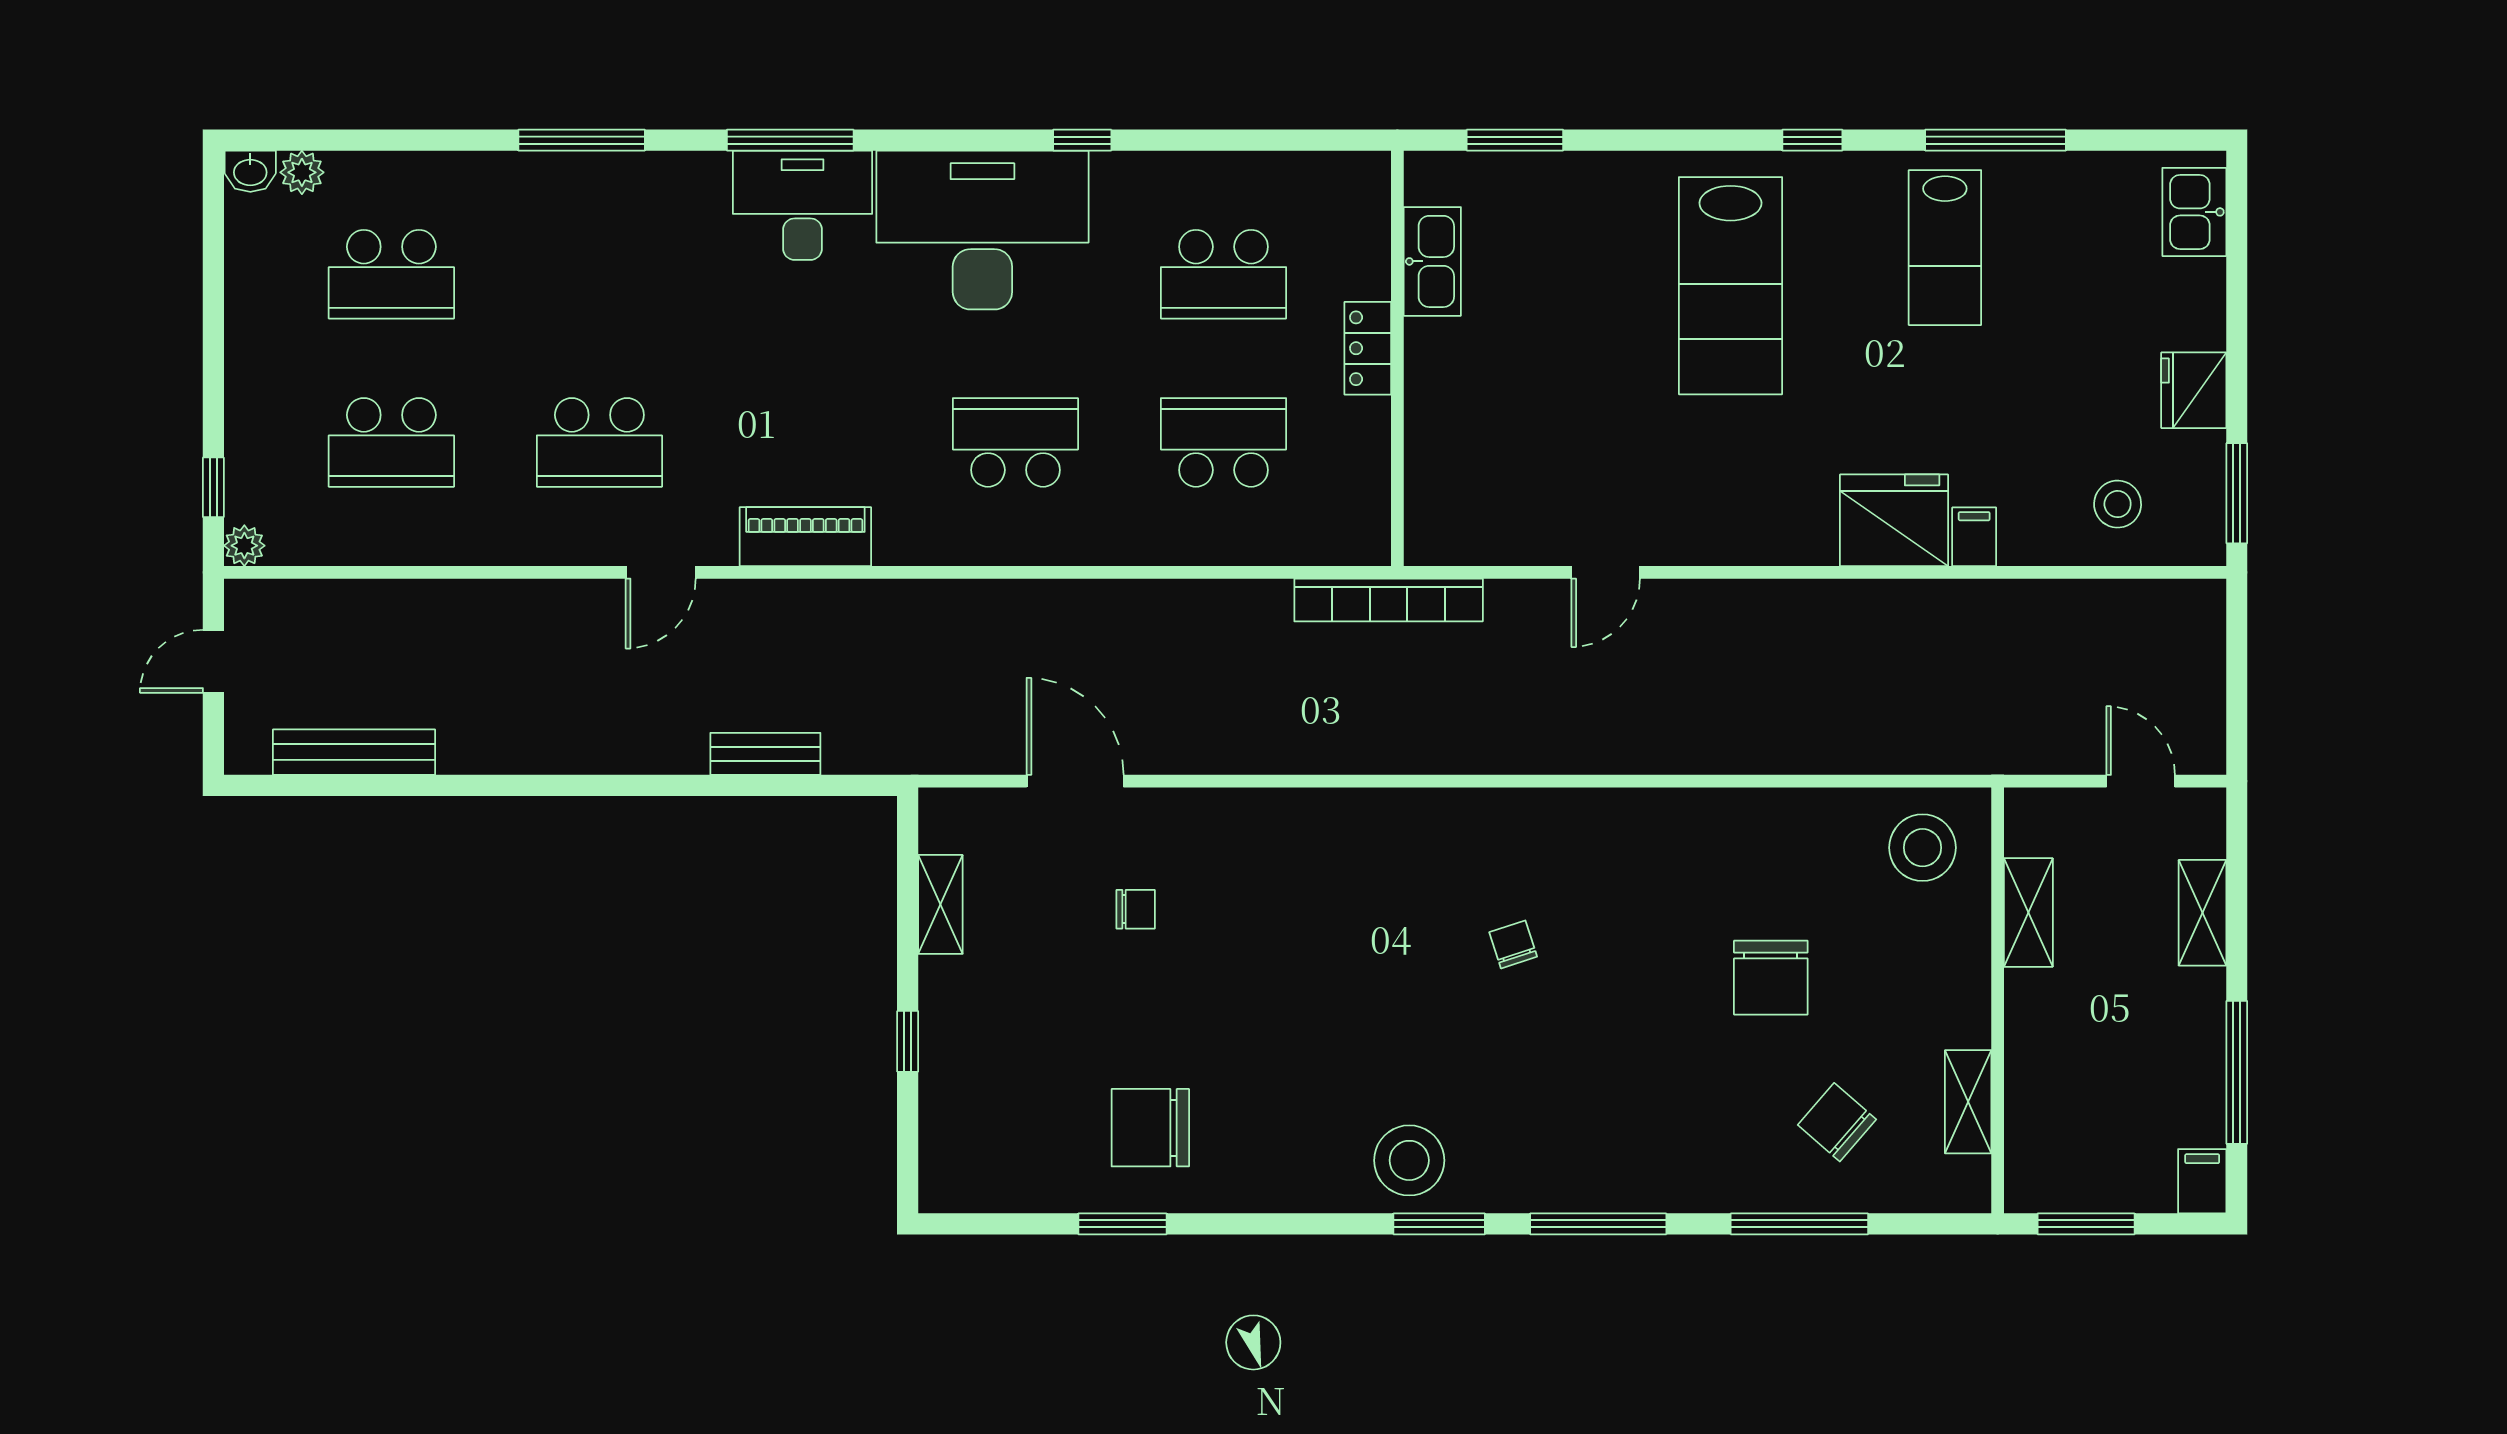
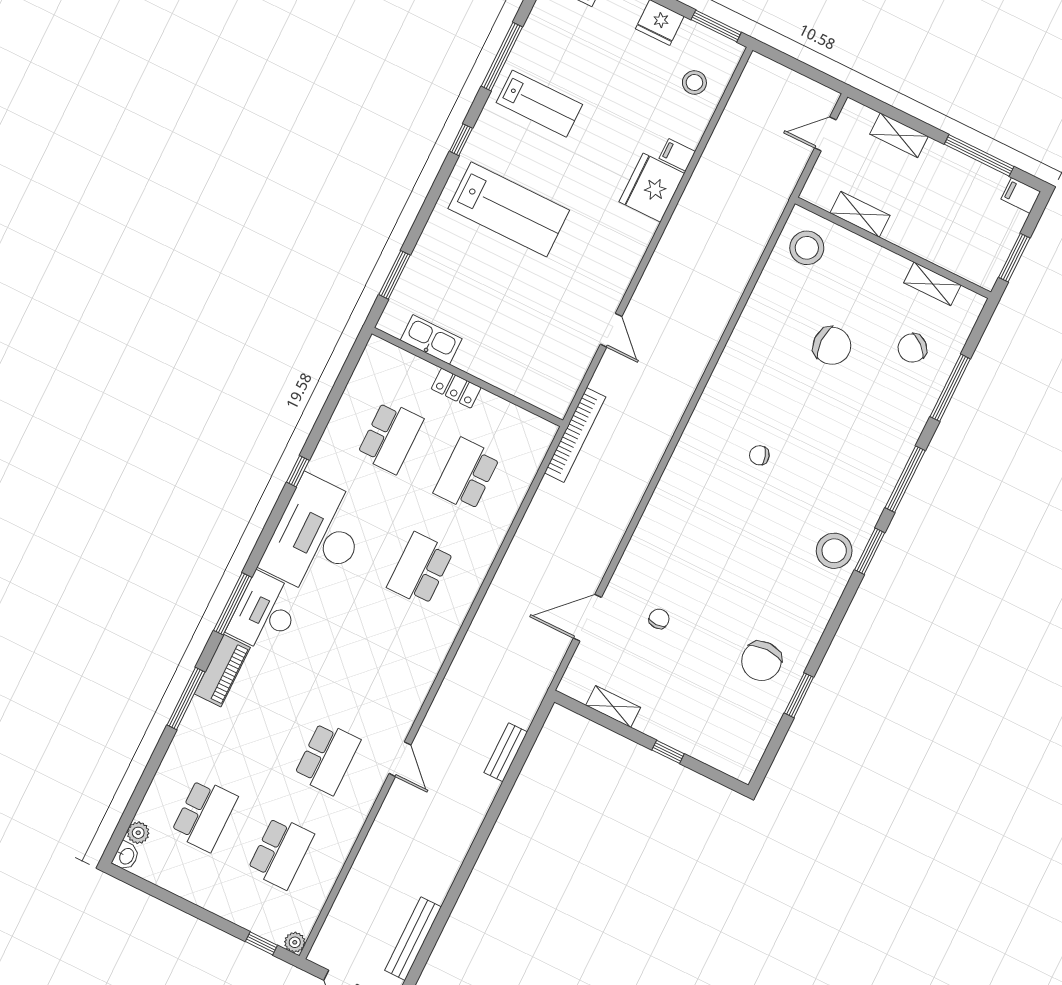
piano: (805, 537) -> (222, 671), moved, turned 180

